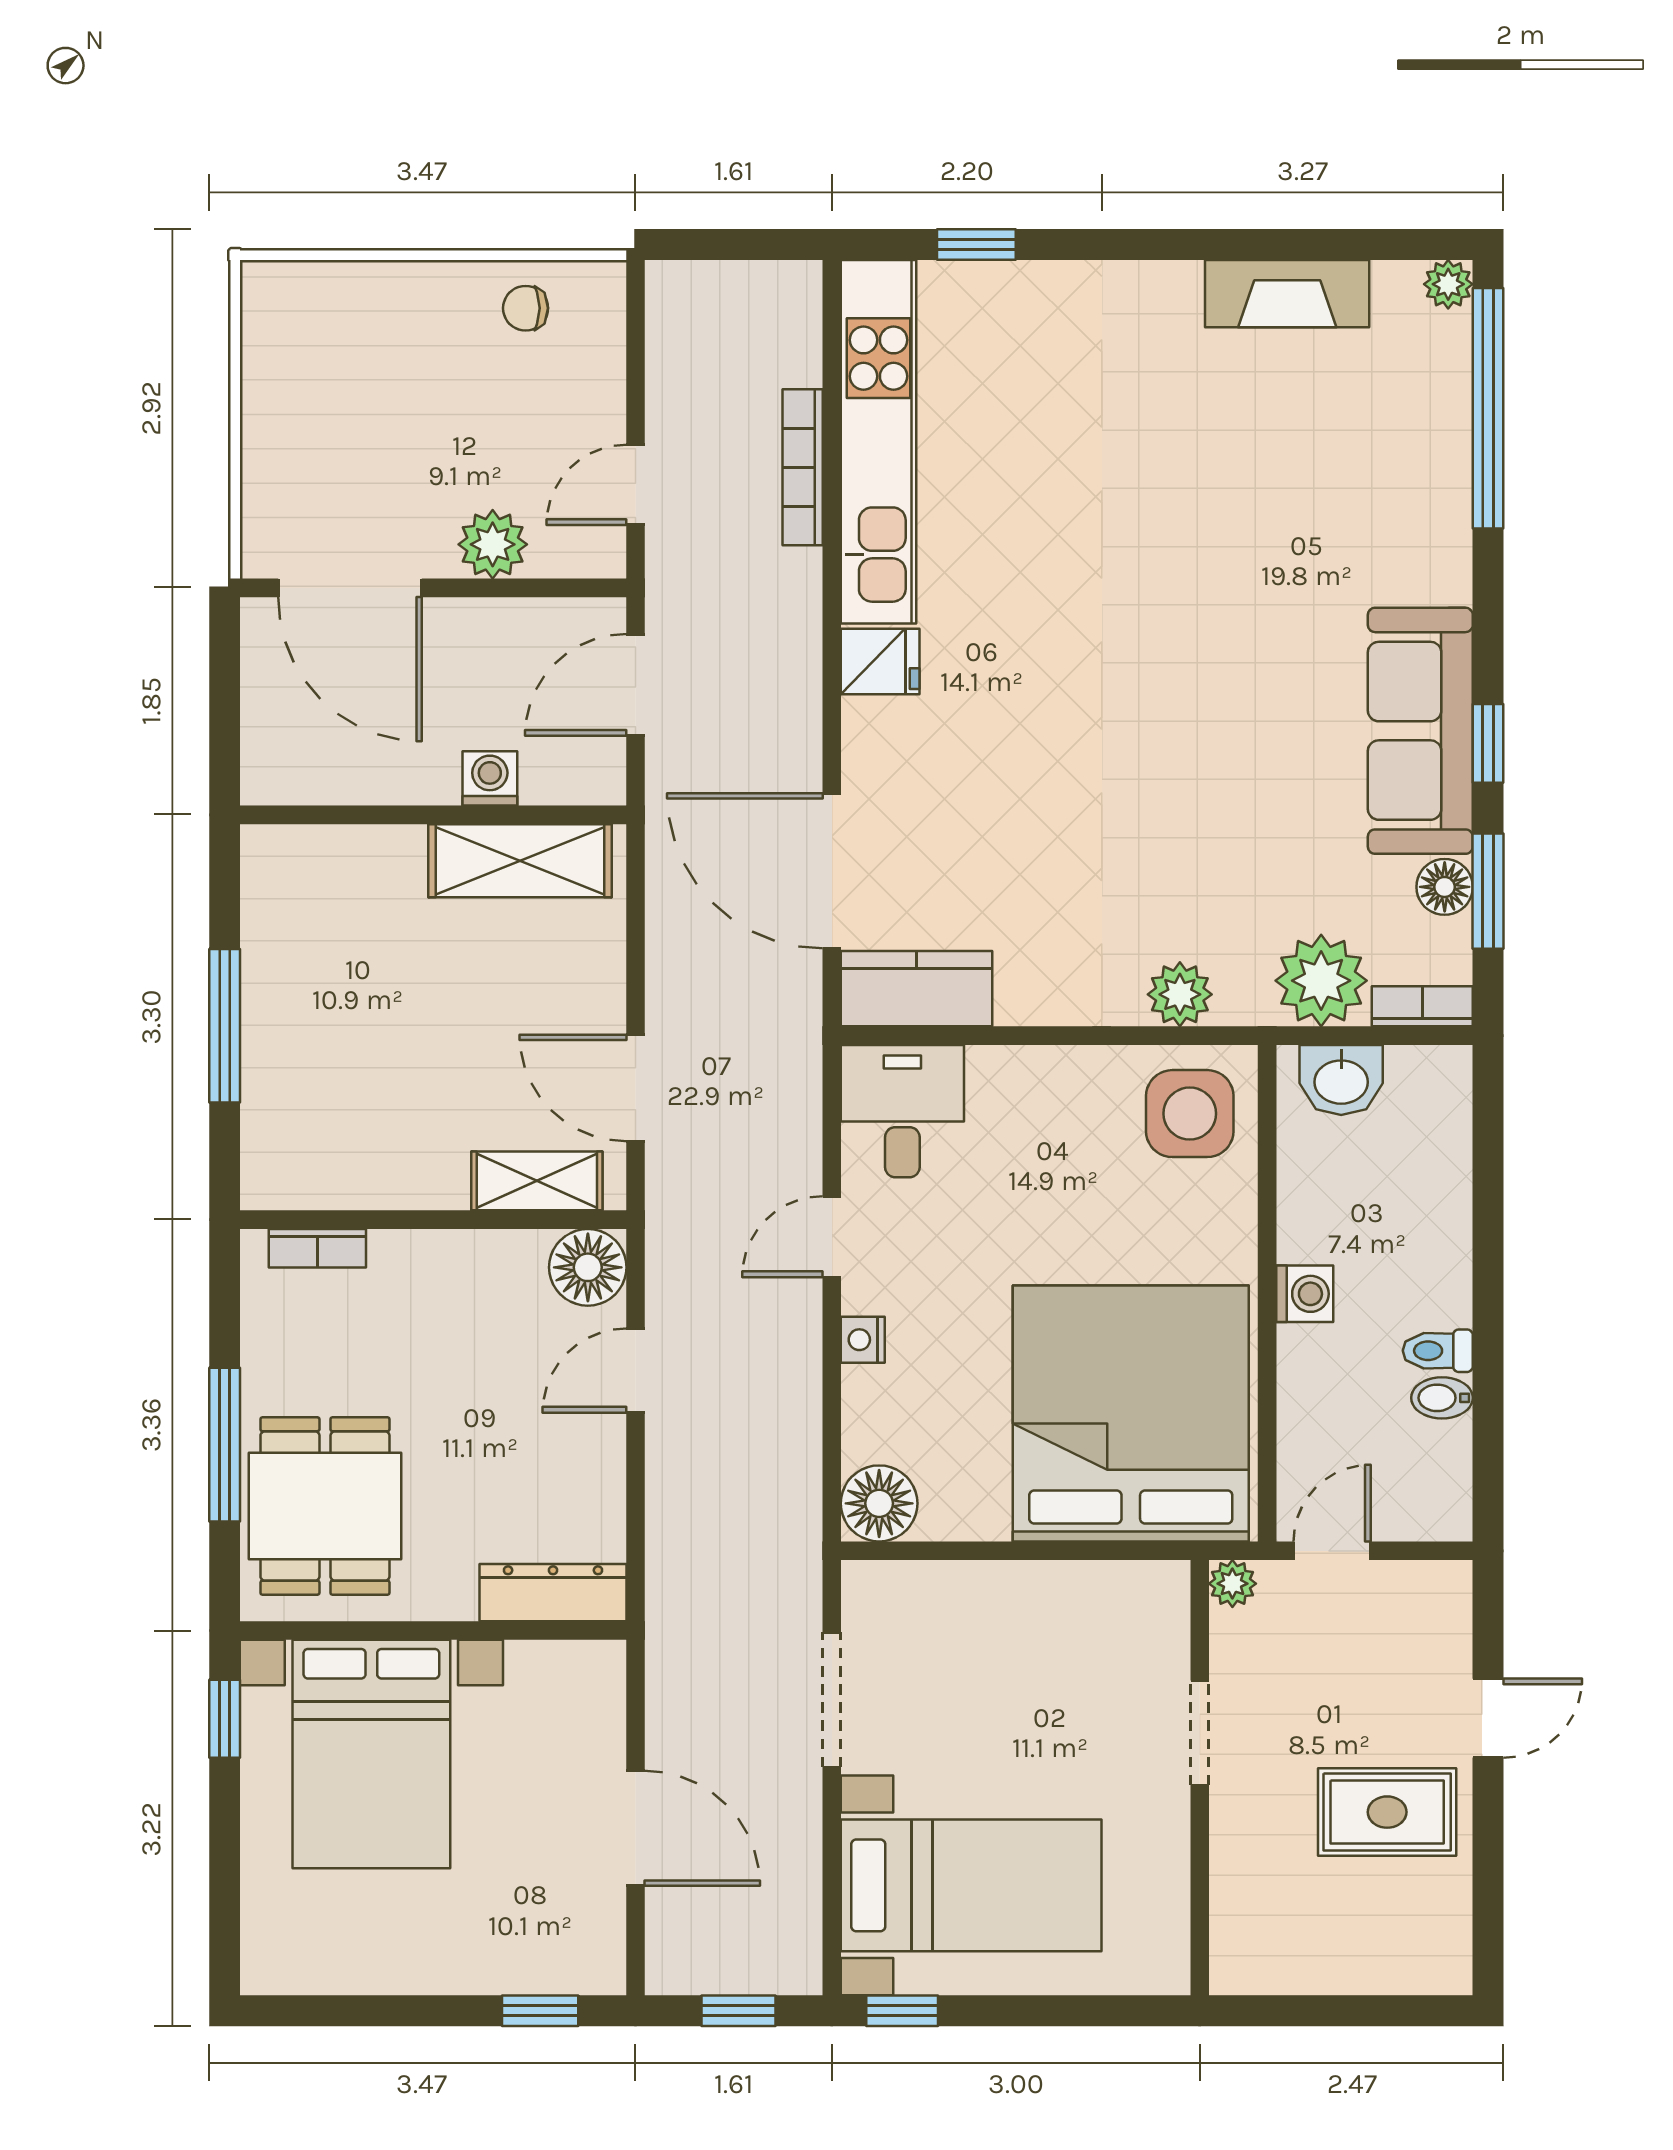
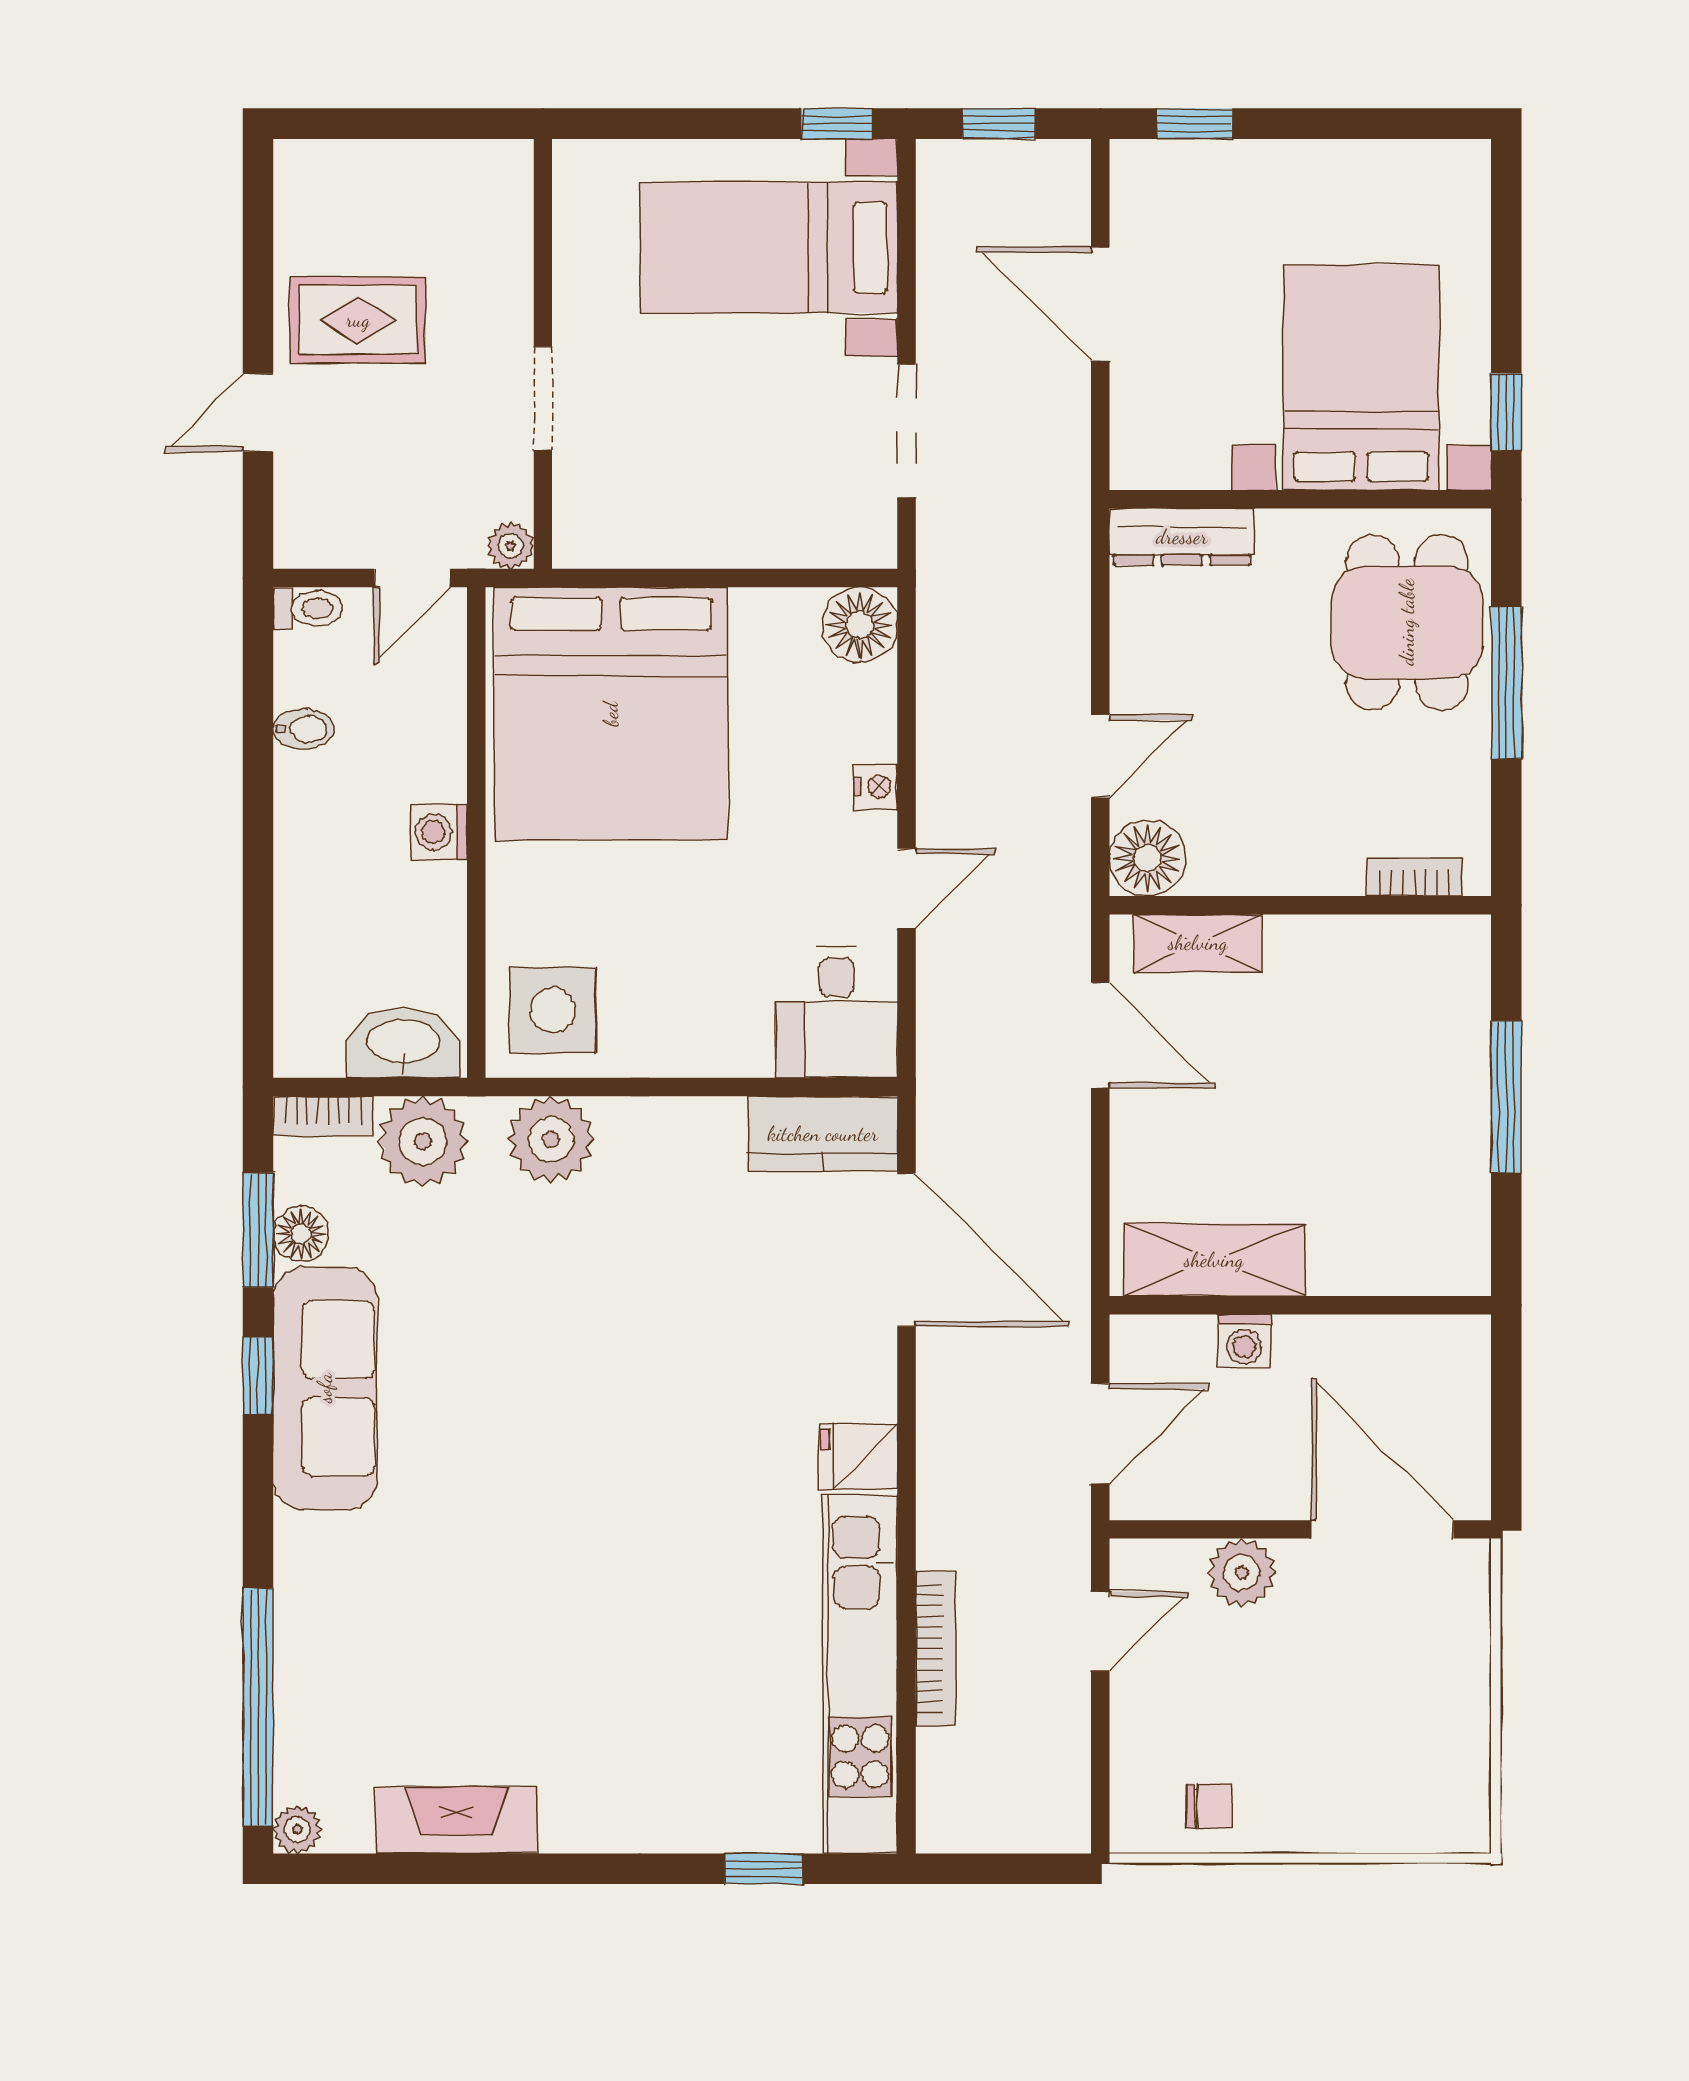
plant: (1180, 994) -> (551, 1139), width x1.36, depth x1.36
washbasin: (1341, 1080) -> (403, 1043), width x1.38
toilet: (1438, 1351) -> (308, 608), moved

